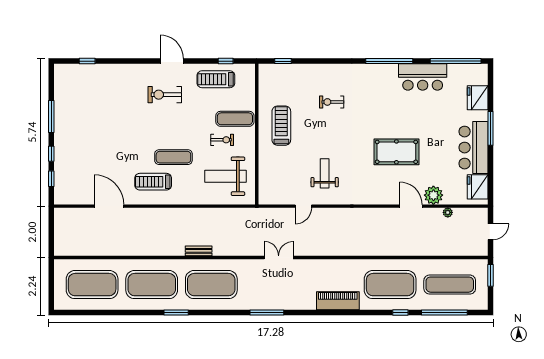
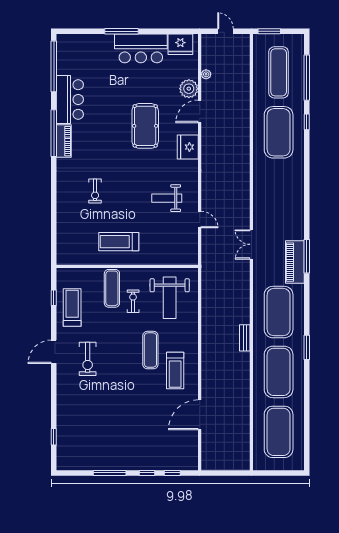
window: (283, 61) -> (54, 240), removed
piano: (381, 71) -> (64, 141), added
treadmill: (216, 79) -> (72, 307), turned 180
fridge: (478, 98) -> (188, 147), moved, turned 90
bench: (199, 251) -> (245, 338), moved
piano: (338, 301) -> (295, 262), moved

